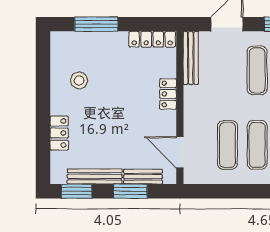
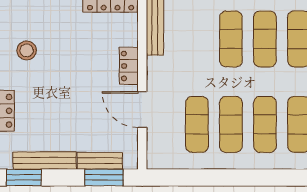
door: (180, 152) -> (142, 110), moved
window: (130, 191) -> (104, 177), moved

